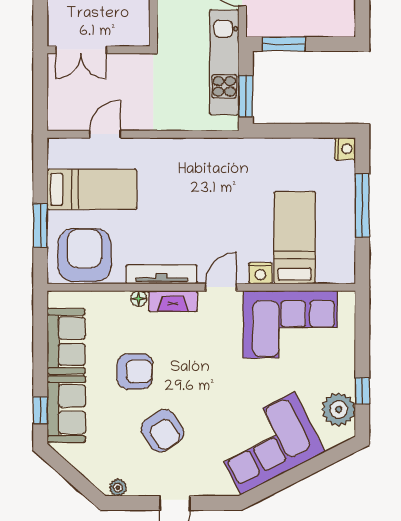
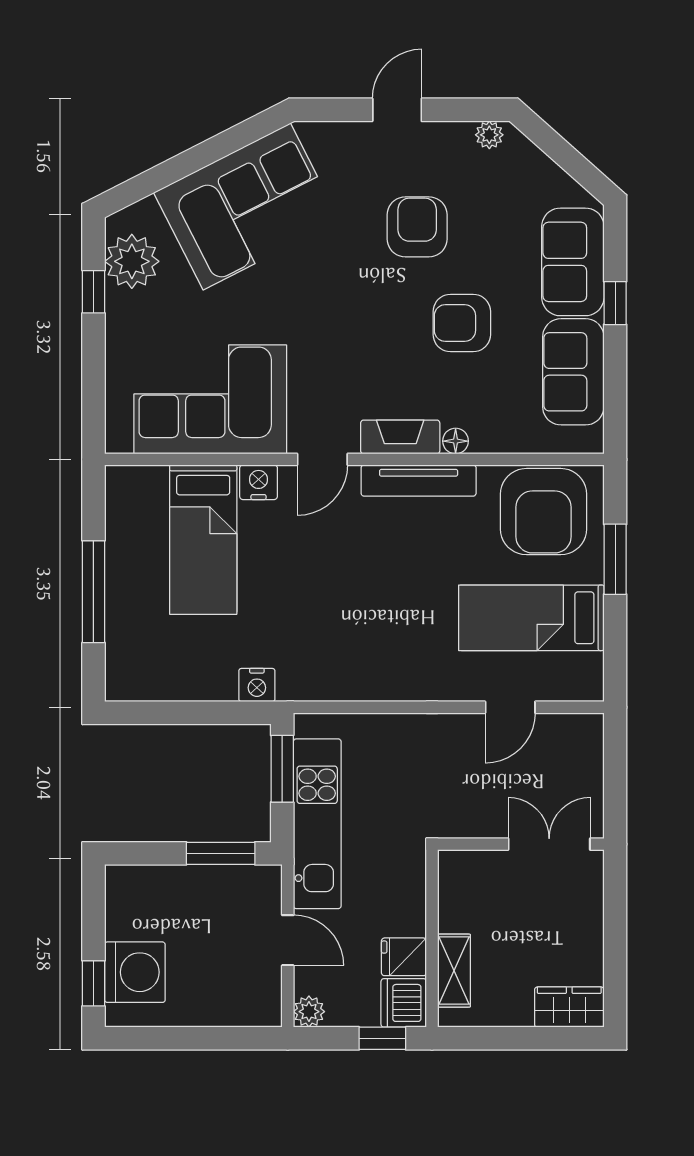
nightstand: (345, 149) -> (257, 685), moved, turned -90
window: (40, 410) -> (615, 303), moved
armchair: (163, 431) -> (417, 227), turned 33

